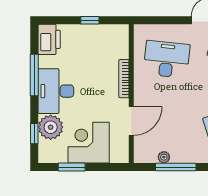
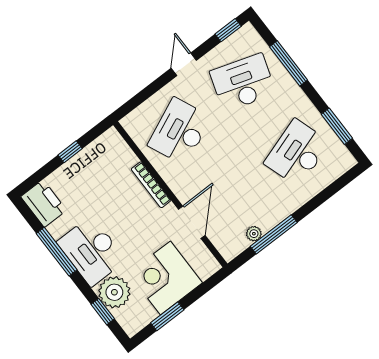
desk: (167, 59) -> (180, 131), turned -30

